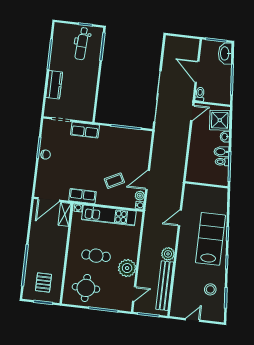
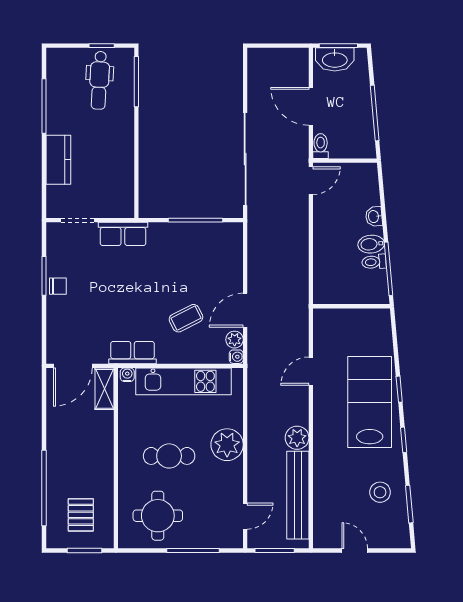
washbasin: (225, 53) -> (335, 59), moved, turned -85
shower: (220, 120) -> (361, 188), removed
plant: (127, 268) -> (227, 445), moved
door: (193, 320) -> (355, 551), hinge flipped

